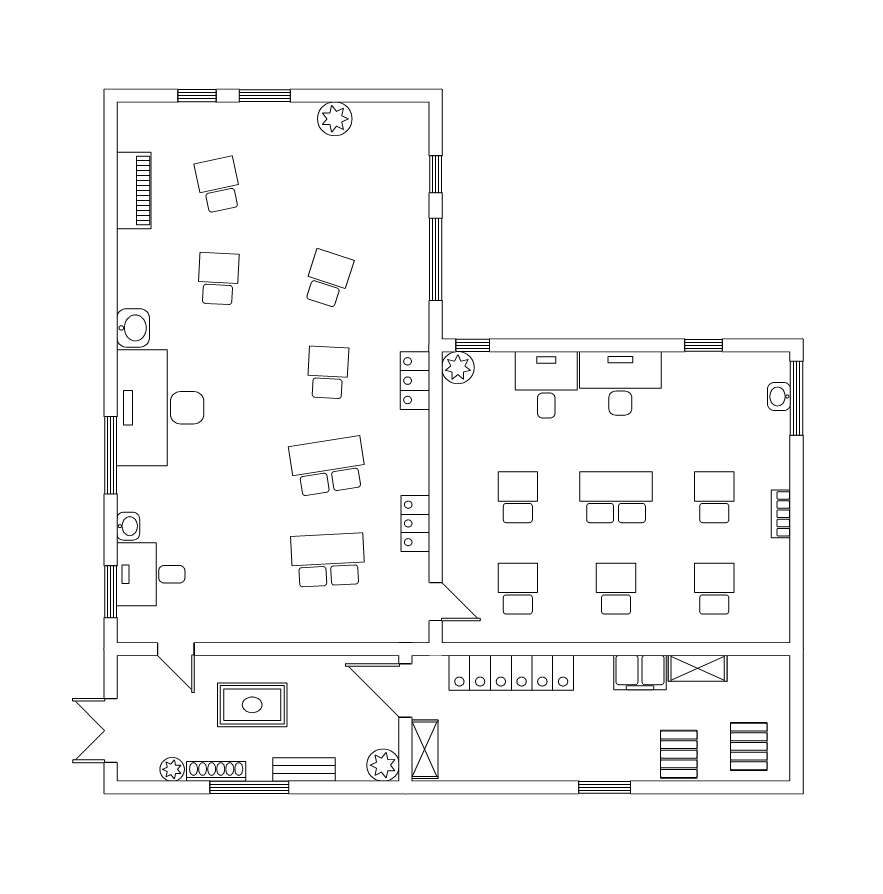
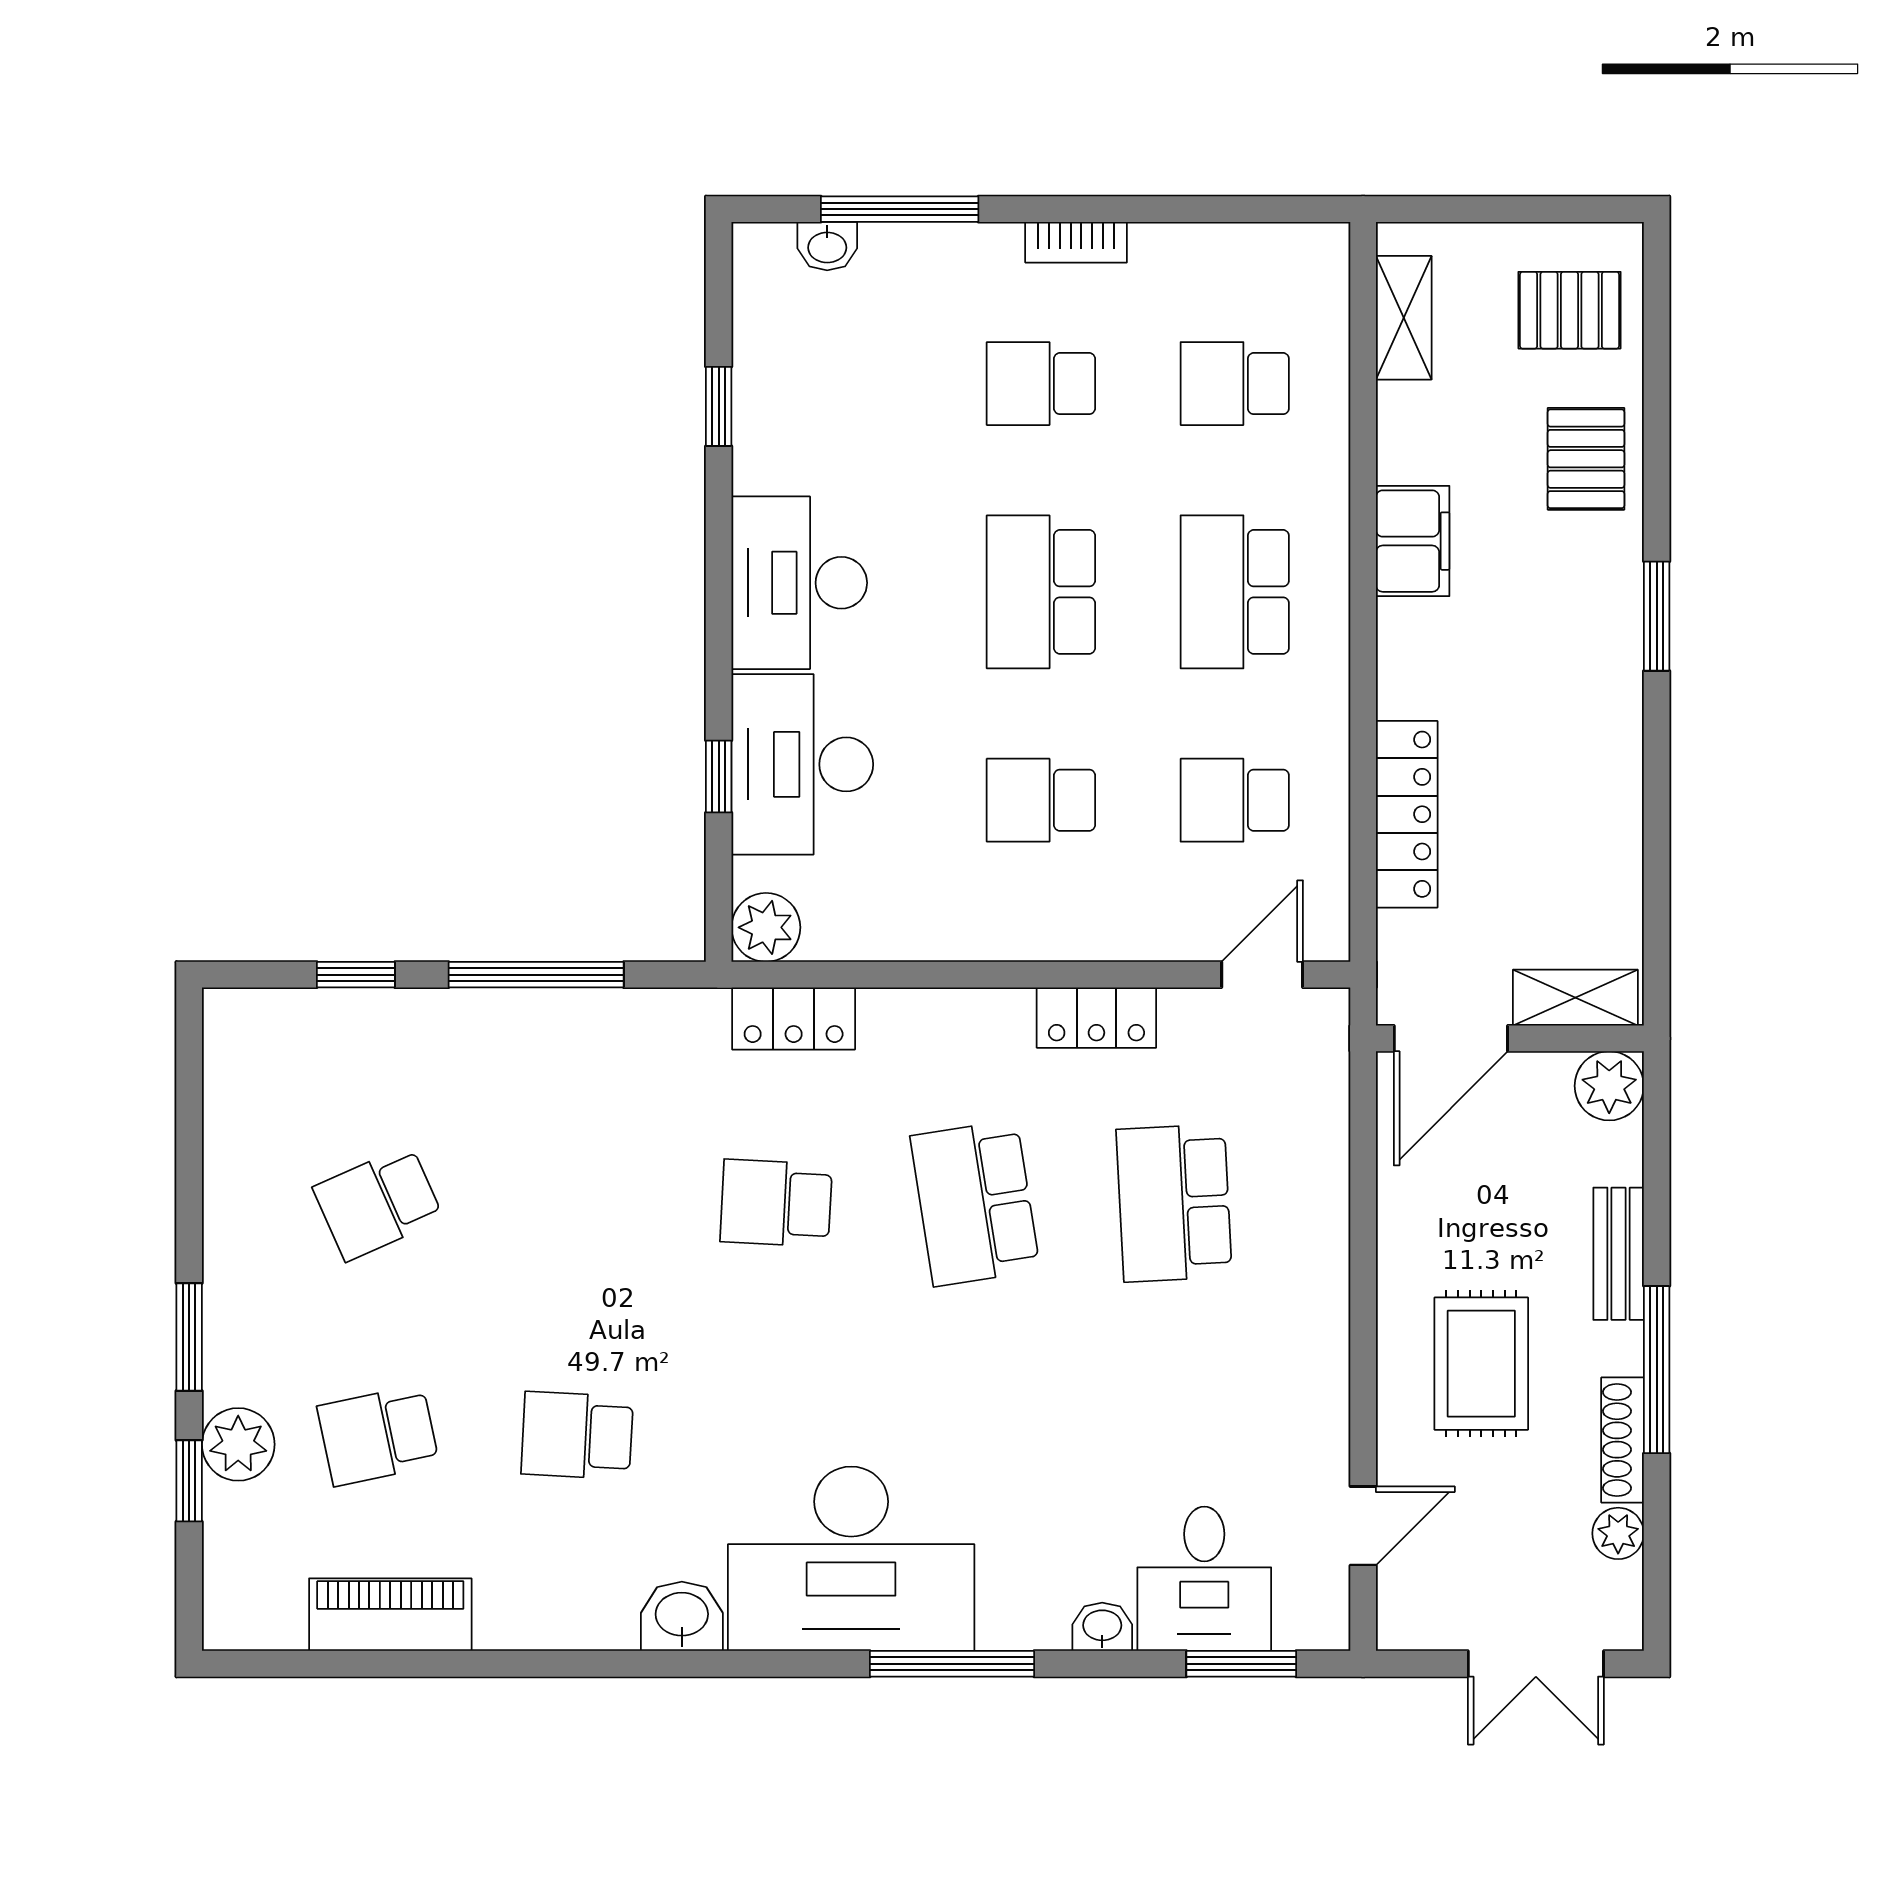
plant: (335, 119) -> (238, 1444), moved
school desk: (328, 279) -> (378, 1203), moved, turned -42
window: (473, 345) -> (719, 777), moved
desk: (546, 385) -> (802, 764), width x1.37
window: (797, 398) -> (900, 209), moved
school desk: (616, 589) -> (1235, 592), width x1.85
shelving: (698, 668) -> (1404, 318), moved
locker: (511, 673) -> (1407, 814), width x0.71, depth x0.83
pallet: (679, 754) -> (1586, 459), turned 90

